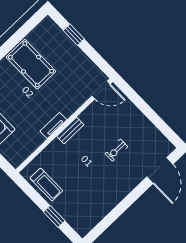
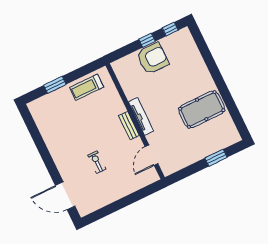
door: (101, 90) -> (152, 155), moved
tv unit: (53, 126) -> (141, 116), width x1.41

